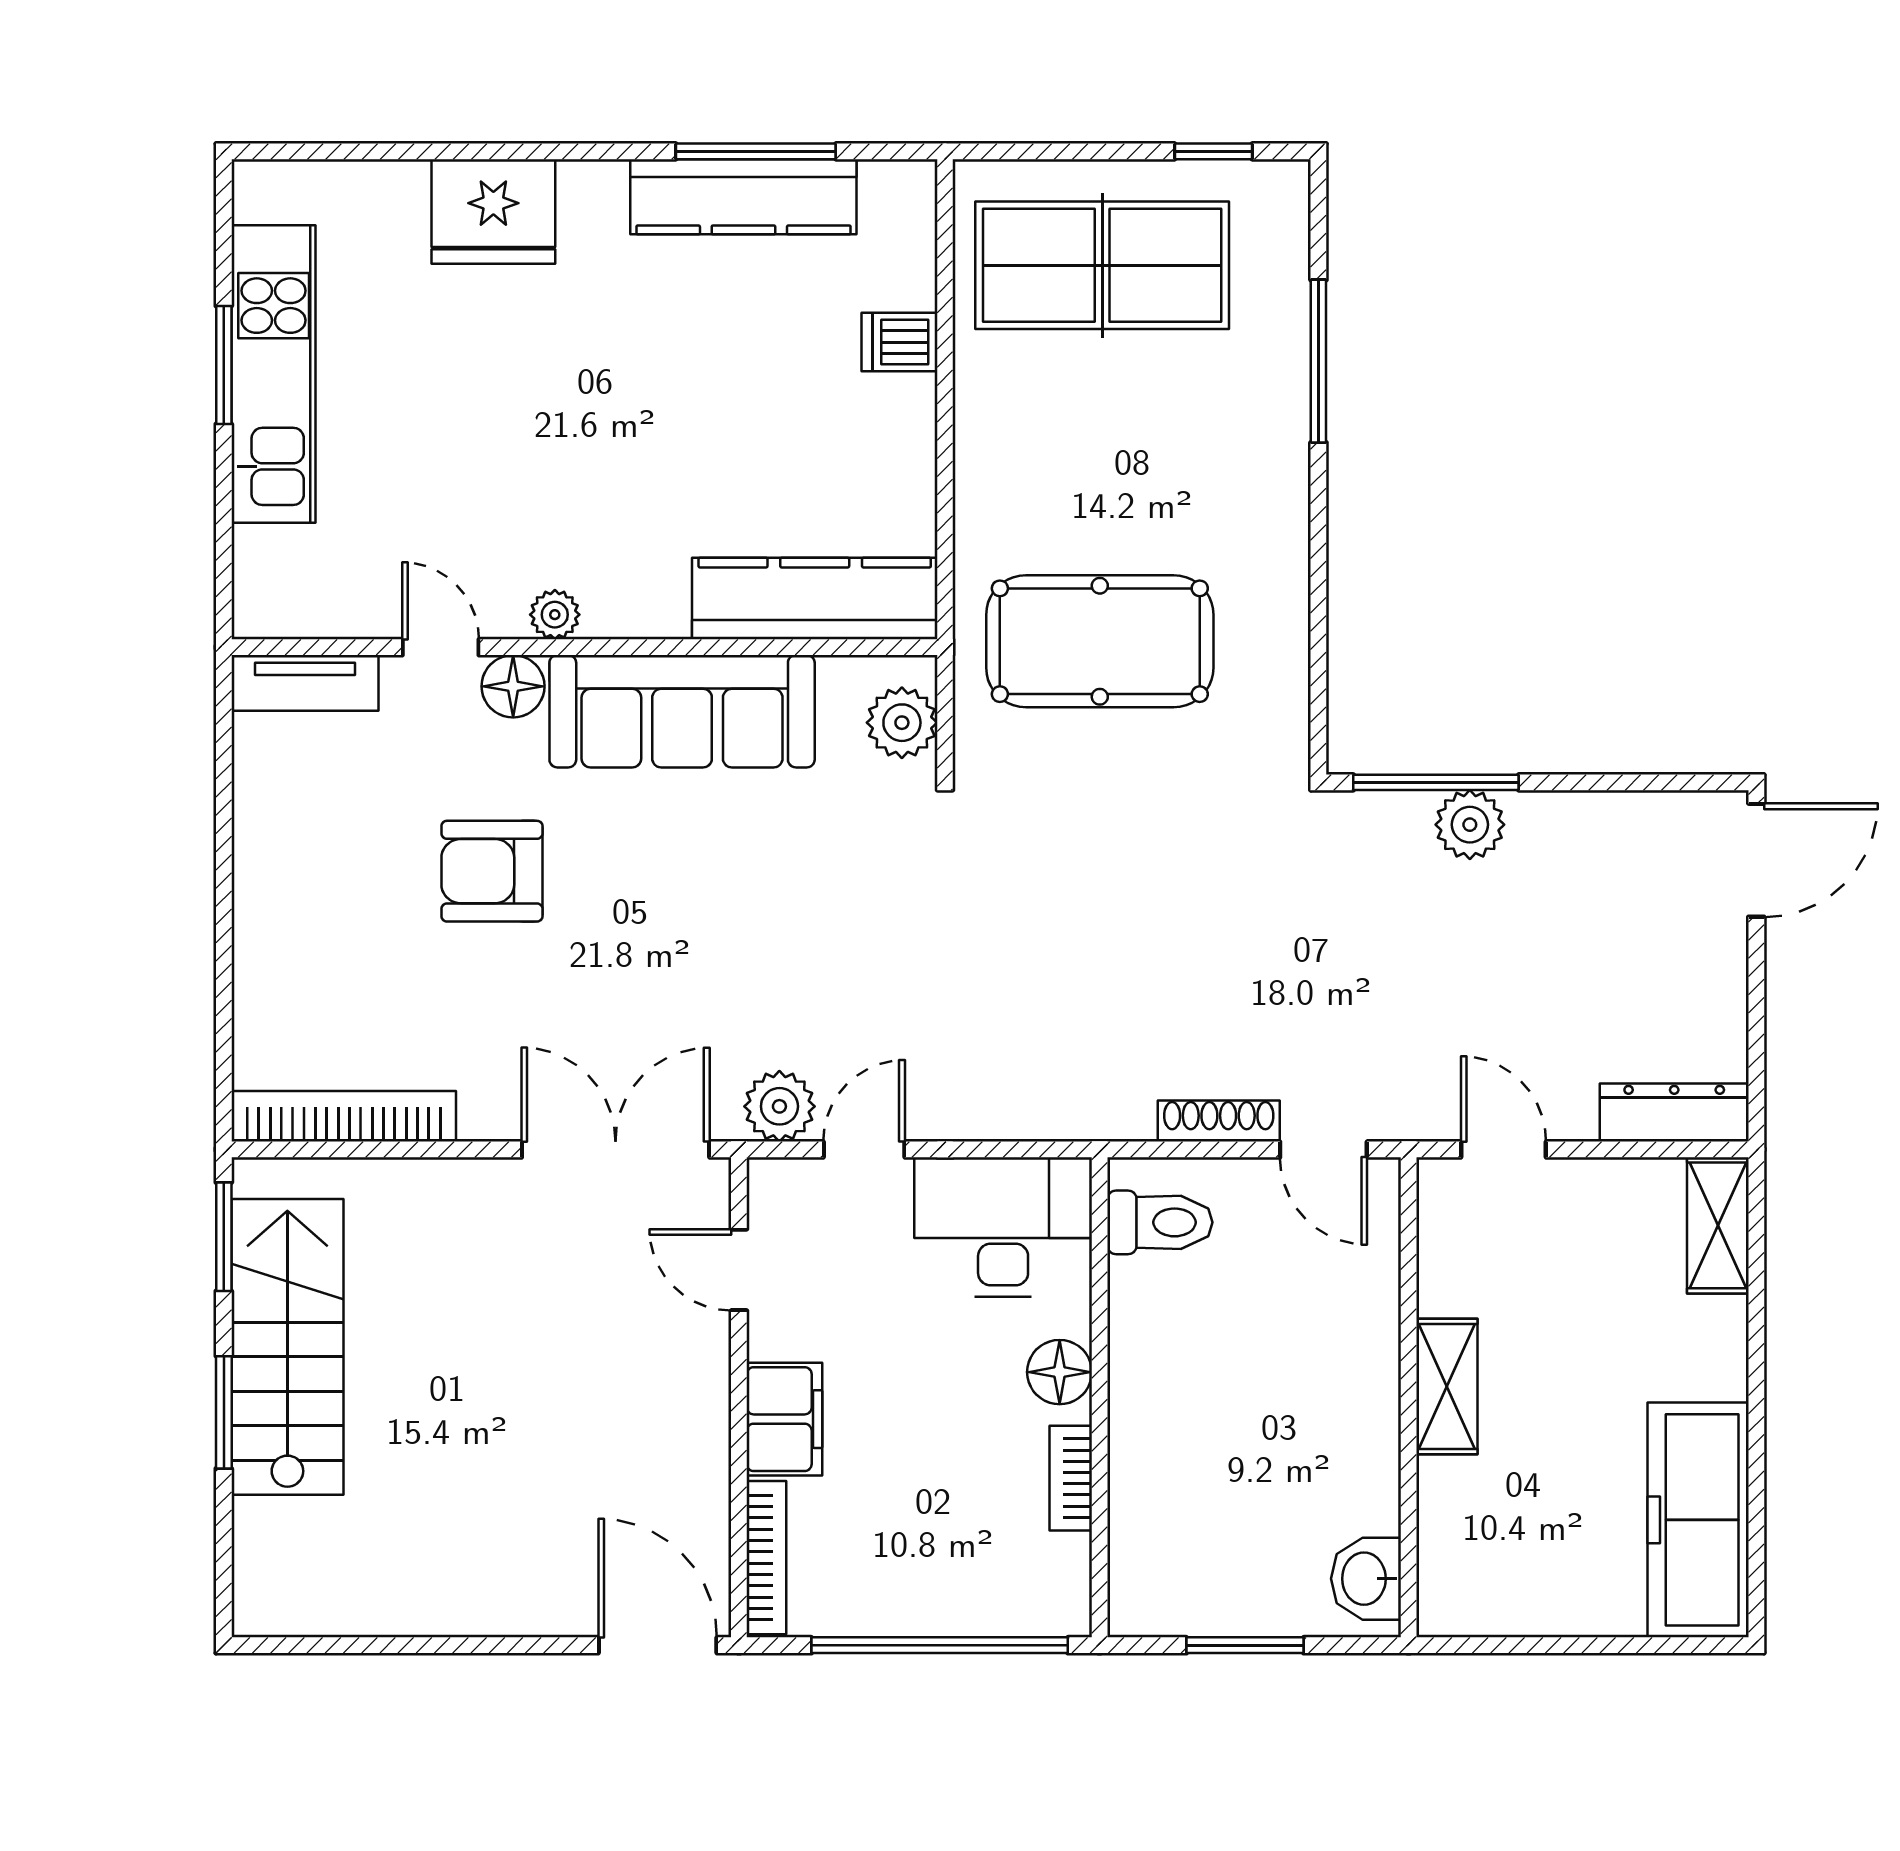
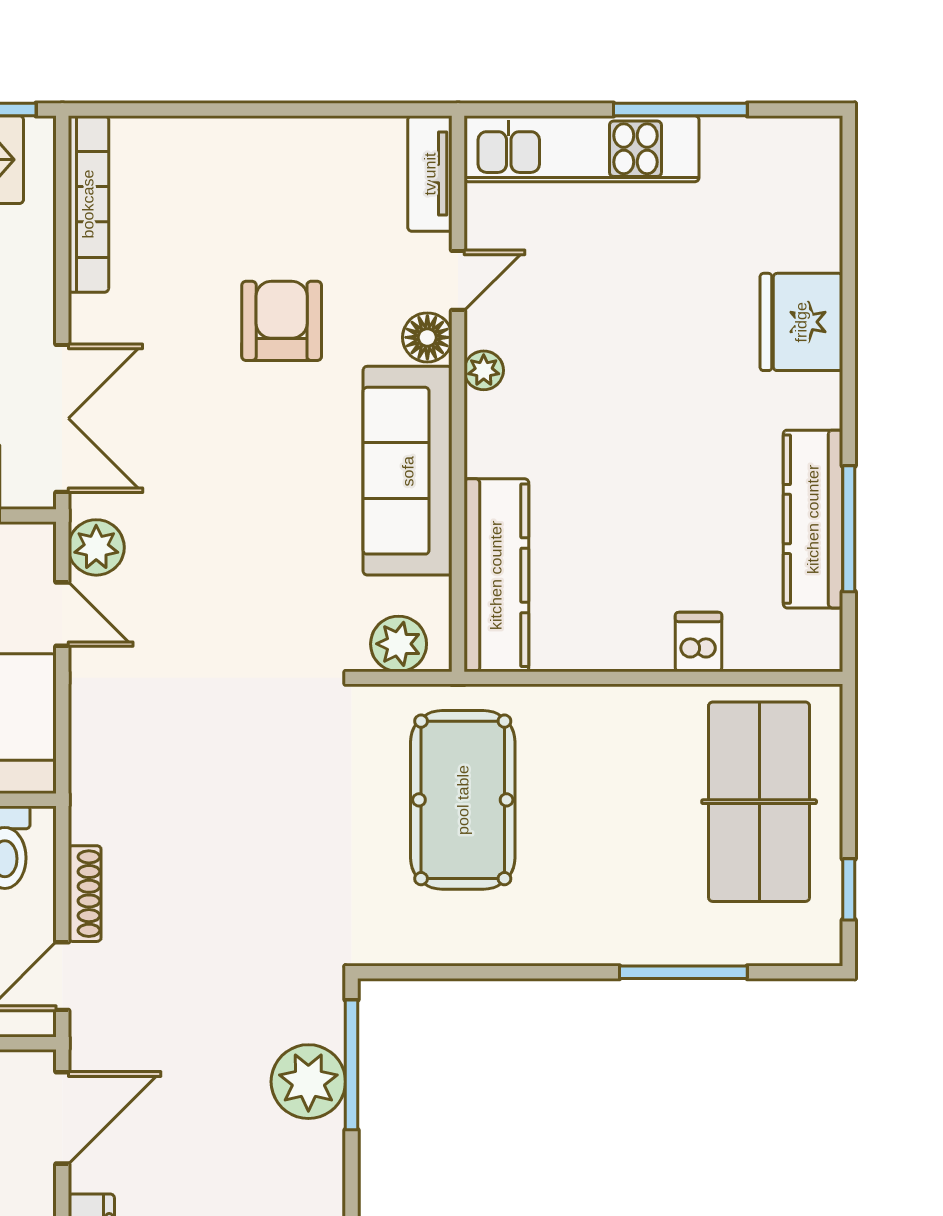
window: (224, 365) -> (680, 110), width x1.44
kitchen unit: (274, 374) -> (581, 149), moved
plant: (1470, 825) -> (308, 1082), width x1.36, depth x1.36
door: (1503, 1149) -> (62, 1118), width x1.38

